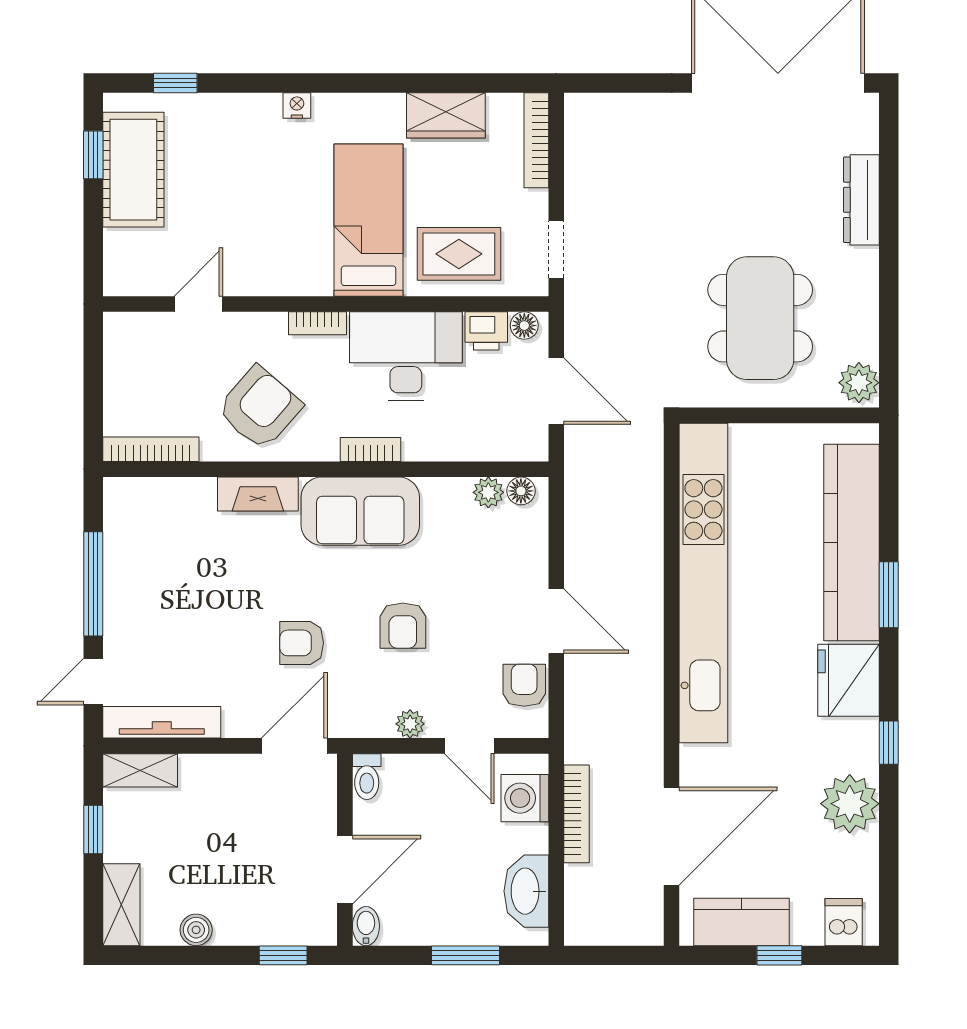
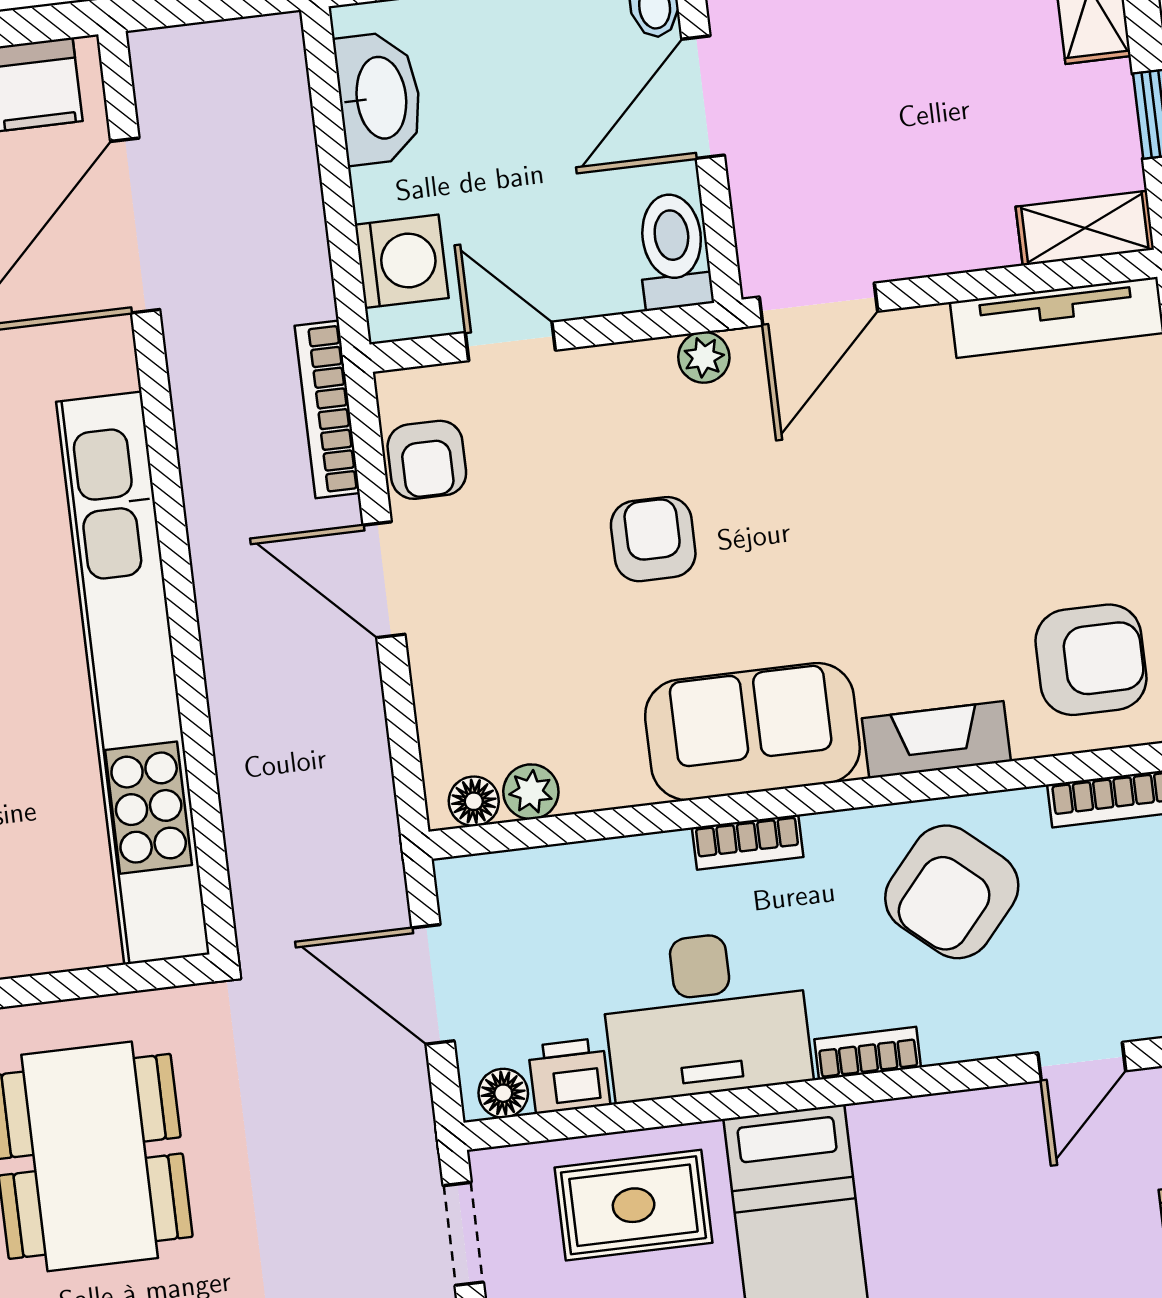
armchair: (302, 643) -> (1091, 660), moved, width x1.38, depth x1.38
plant: (410, 724) -> (704, 357), moved
toilet: (367, 777) -> (673, 251), width x1.37, depth x1.39
bookcase: (576, 814) -> (327, 409), moved

